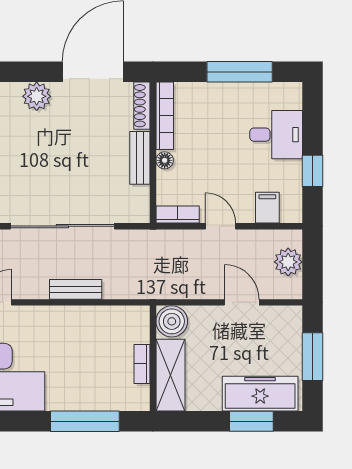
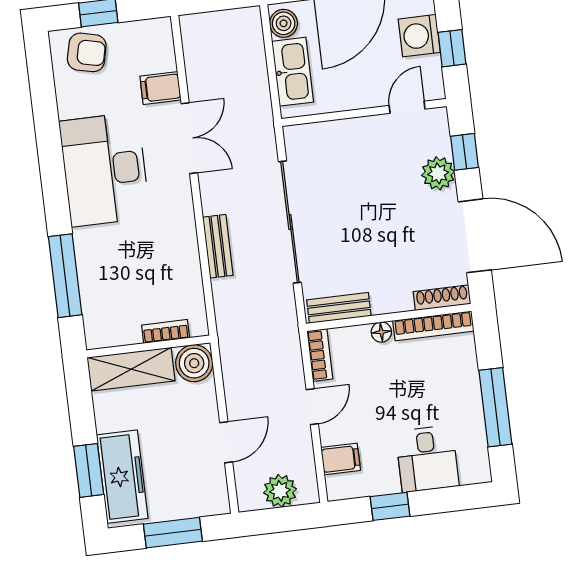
window: (21, 72) -> (465, 152), added
bench: (140, 158) -> (339, 308), moved
bookcase: (142, 364) -> (166, 331), moved

